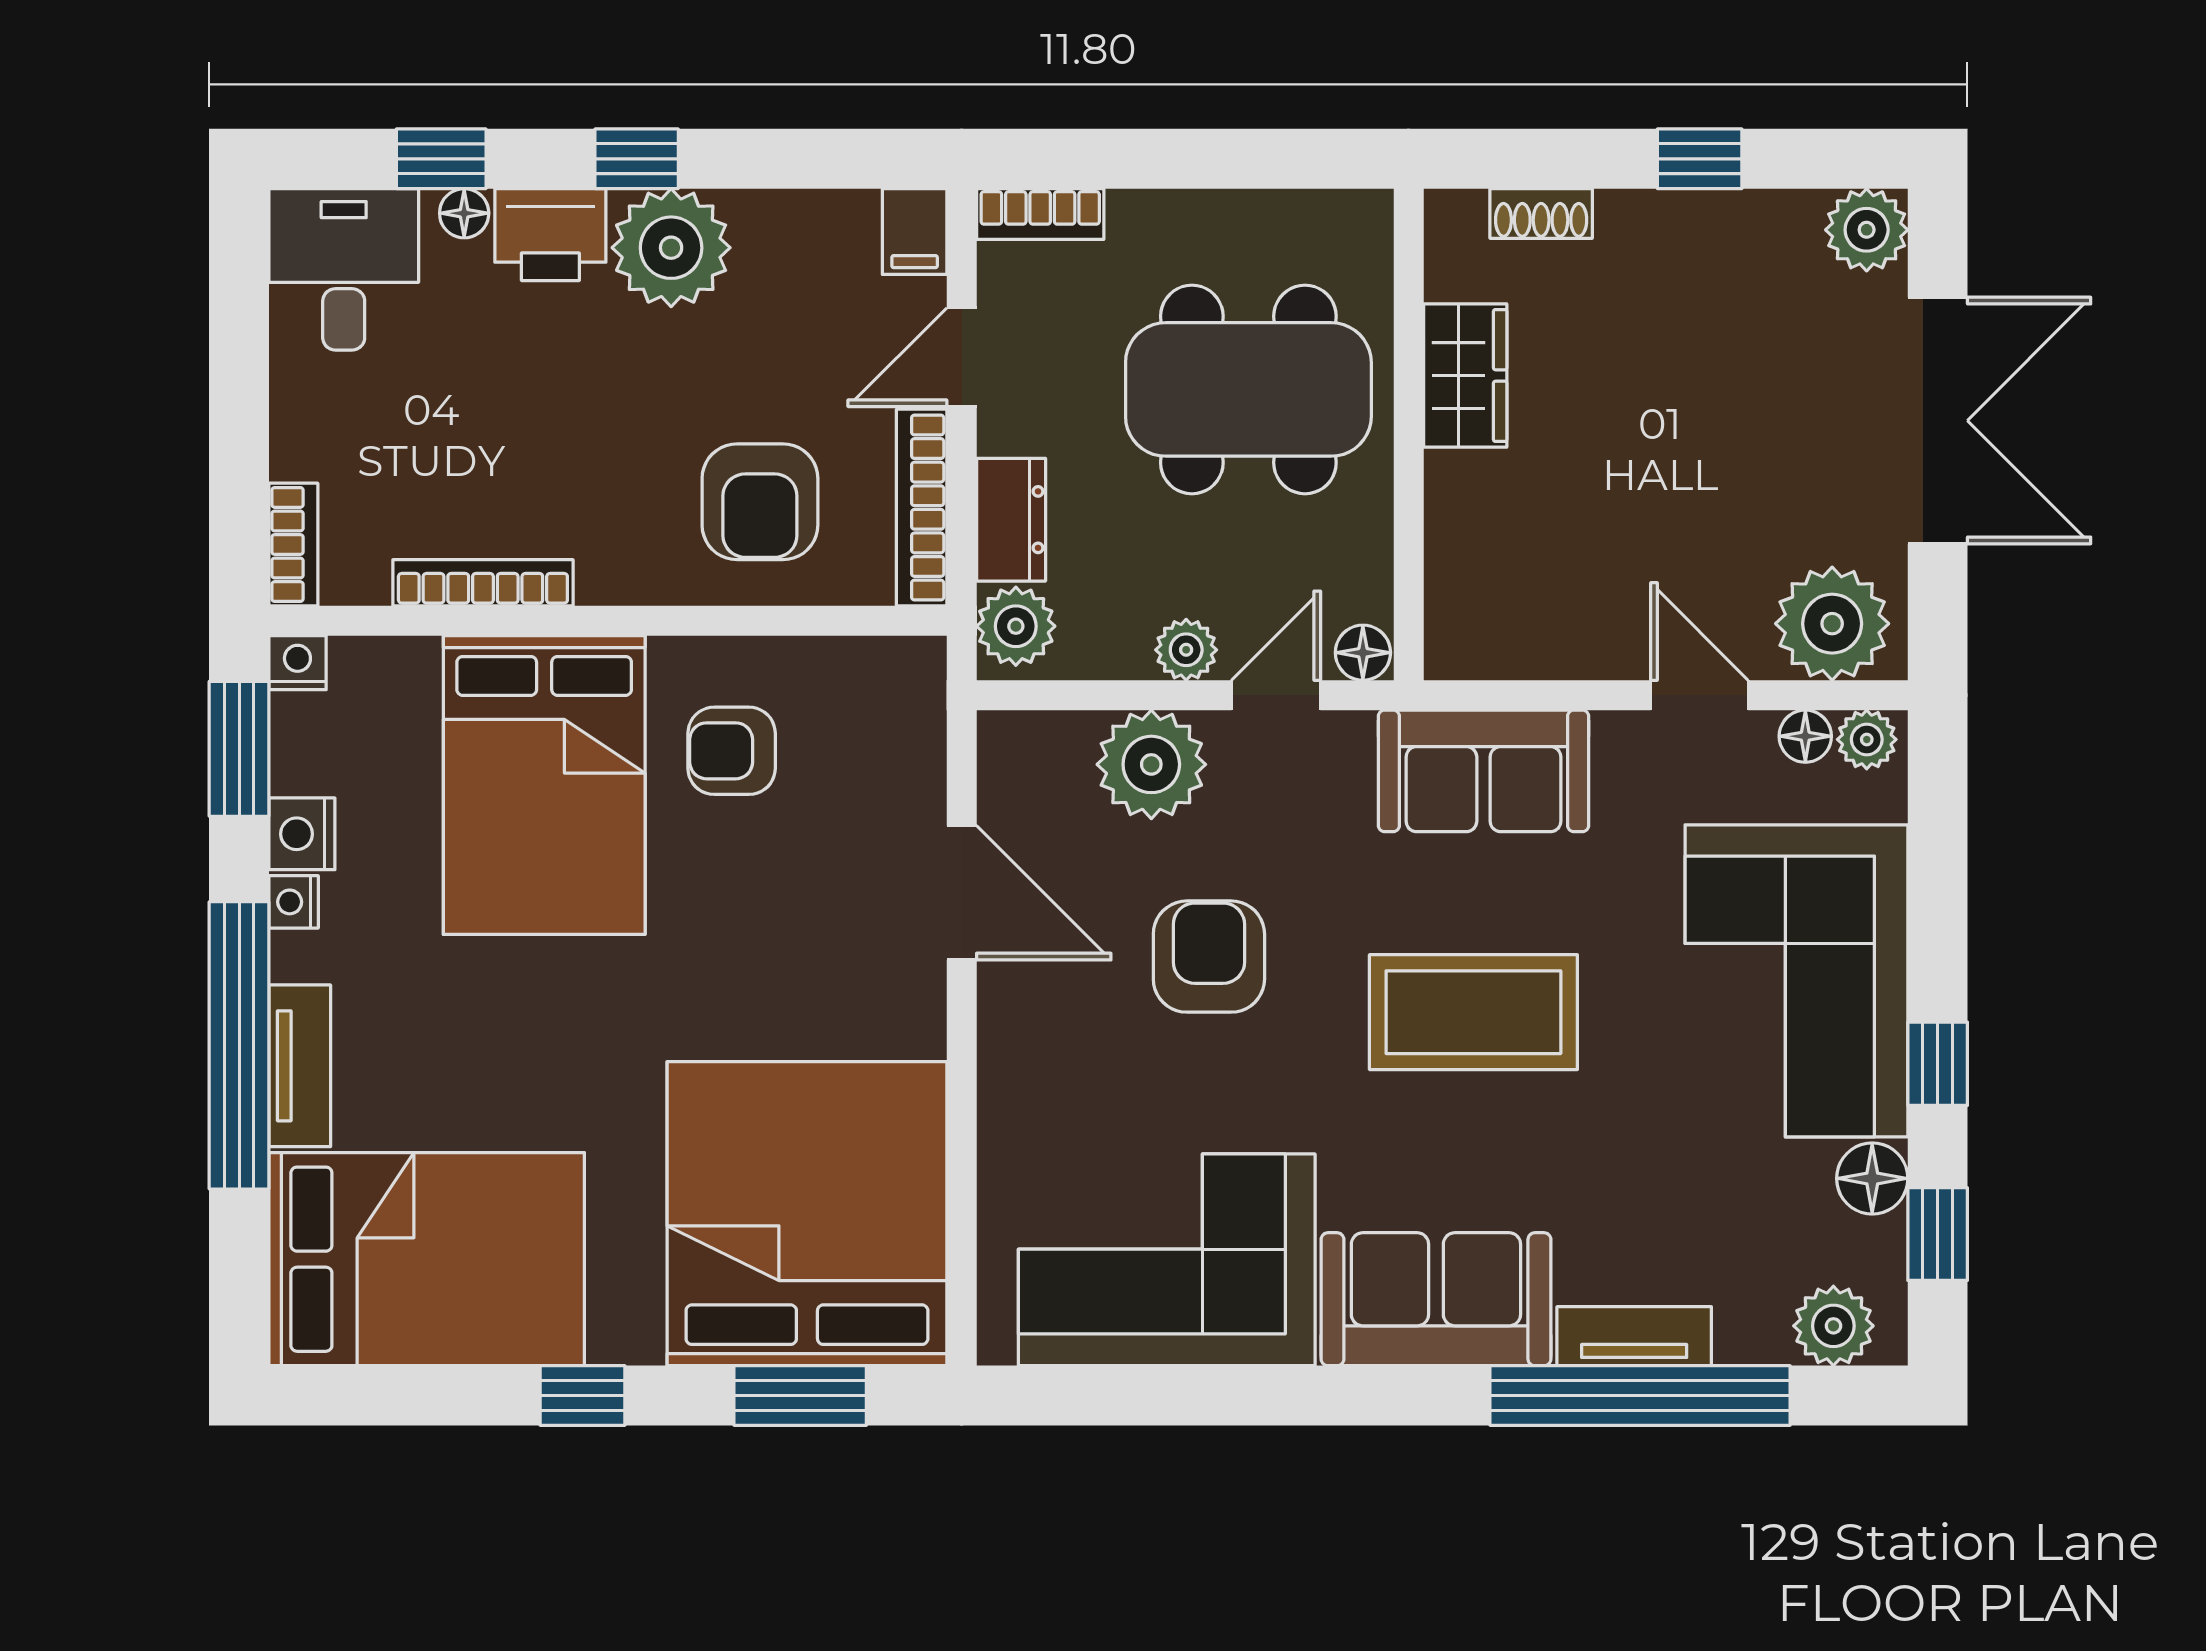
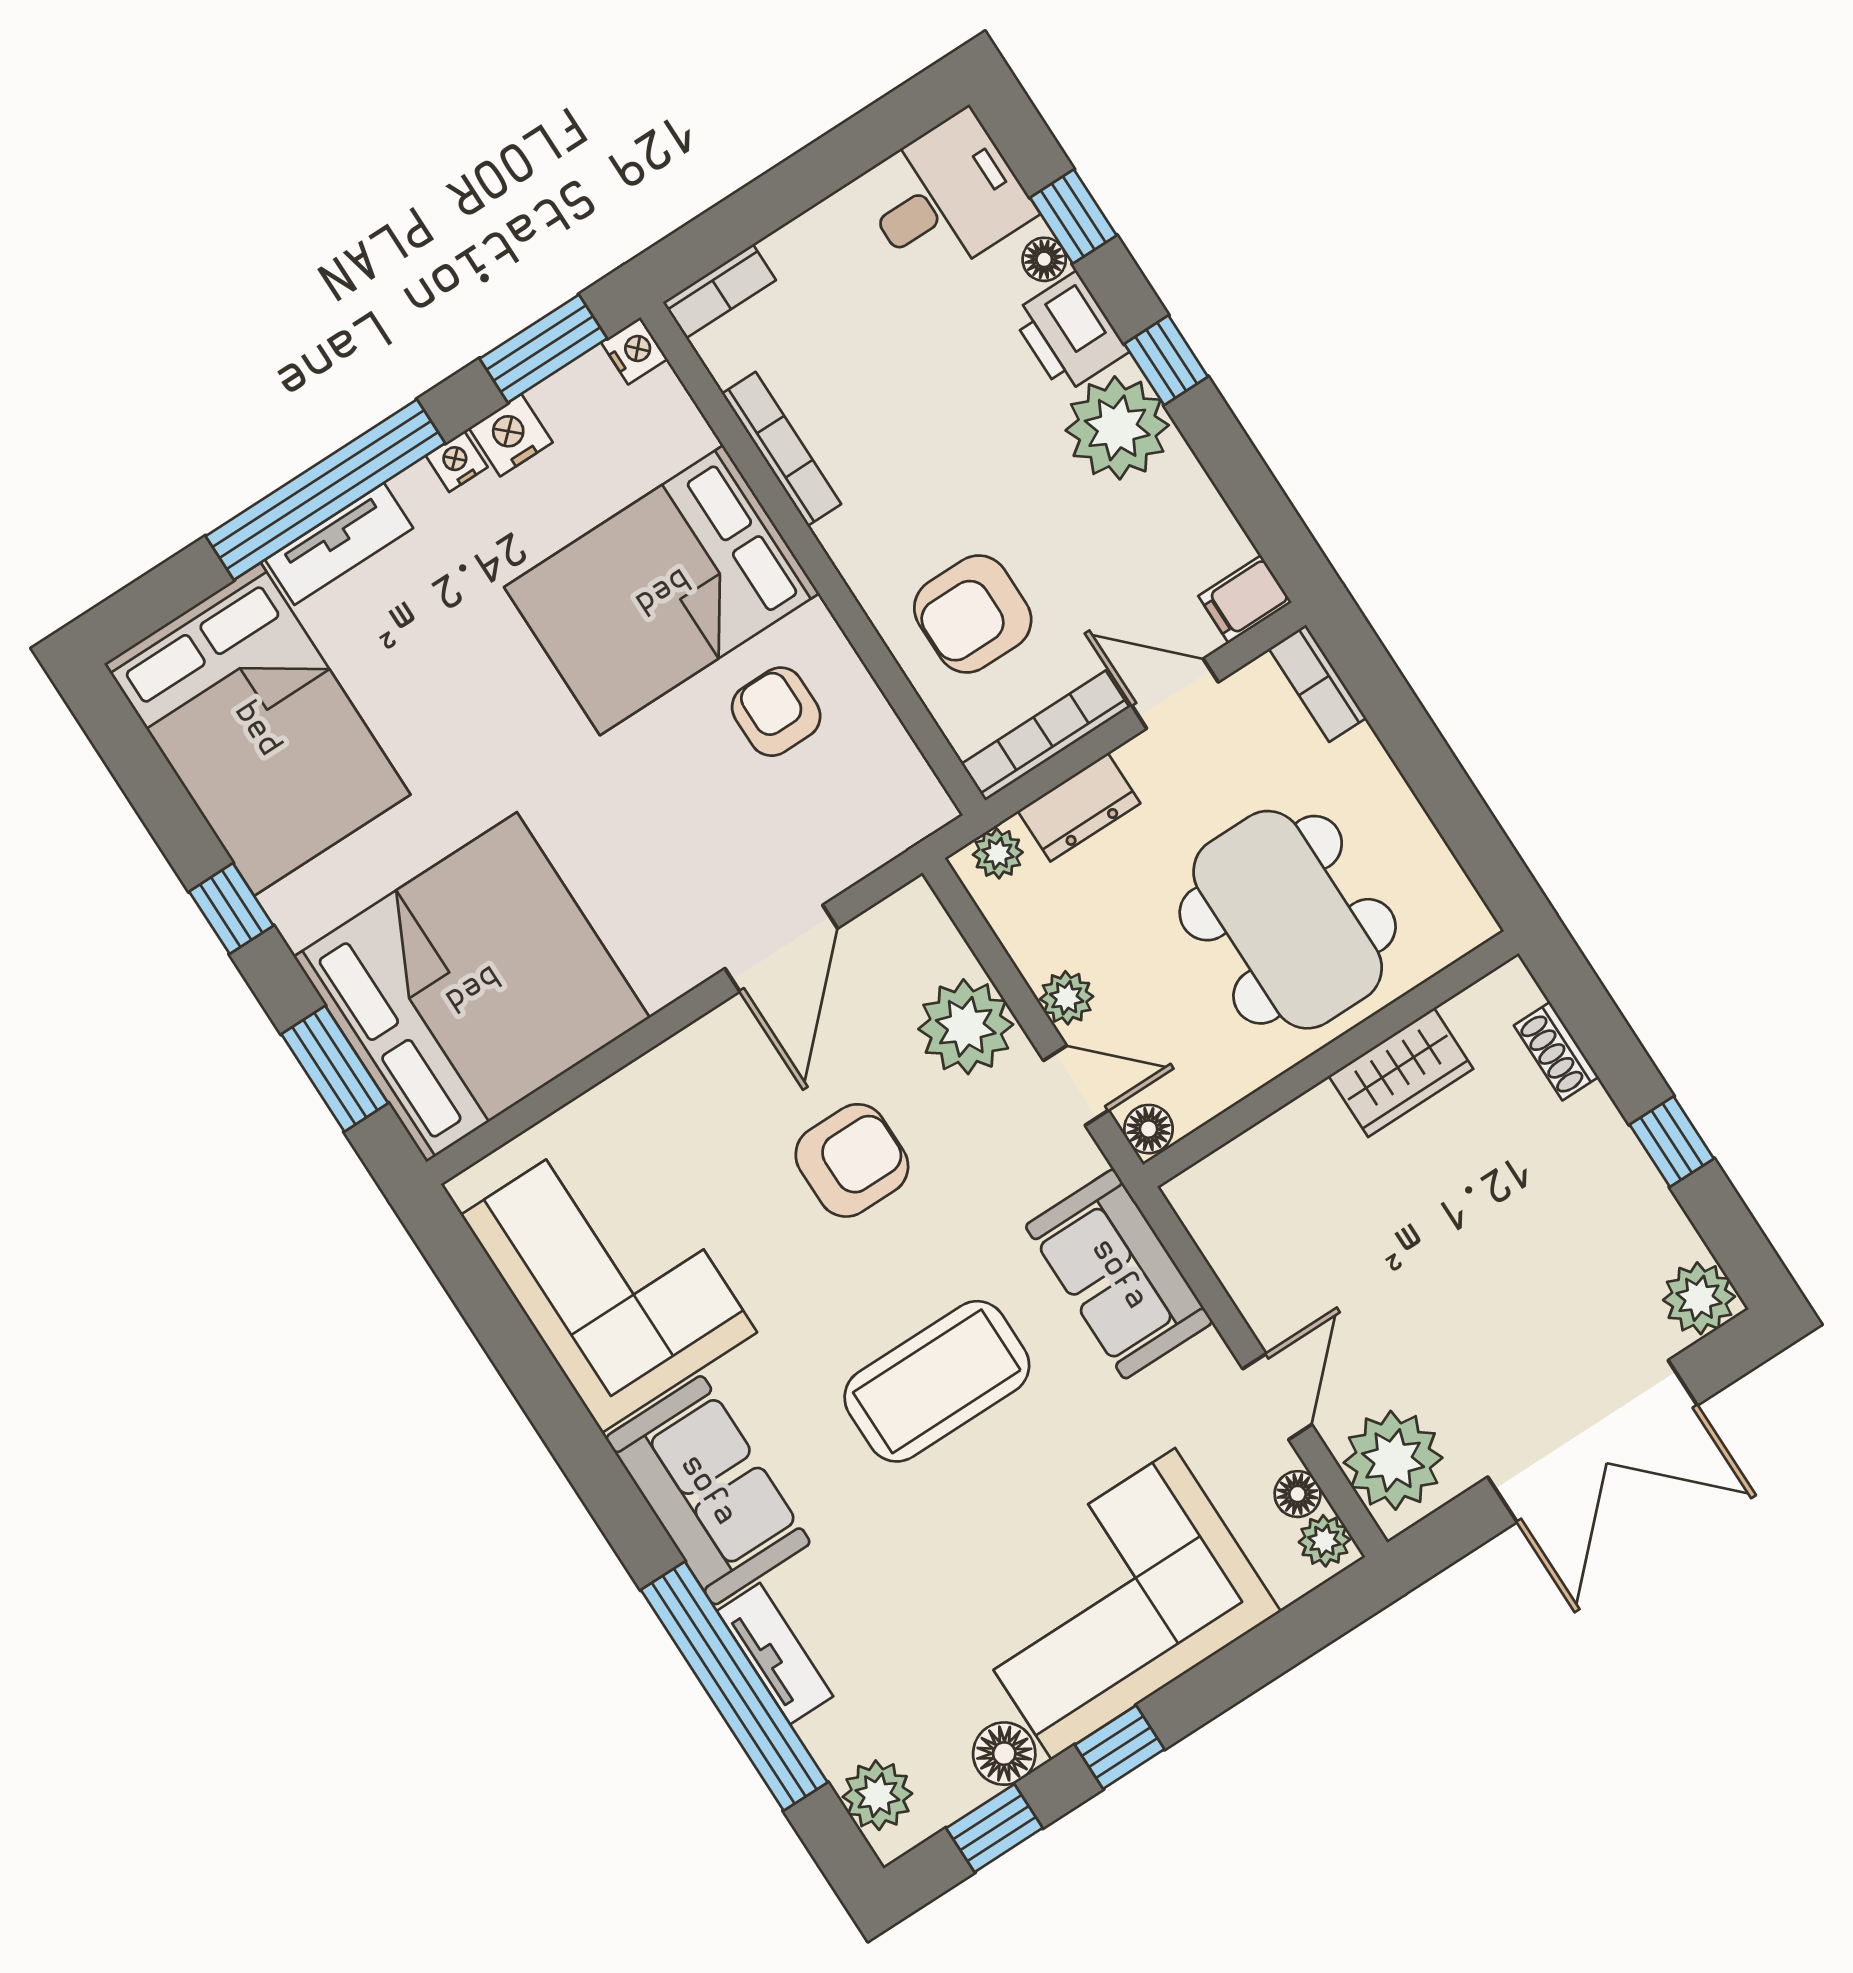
plant: (1016, 626) -> (998, 853), width x0.73, depth x0.73
coffee table: (1473, 1012) -> (937, 1381), turned 90

